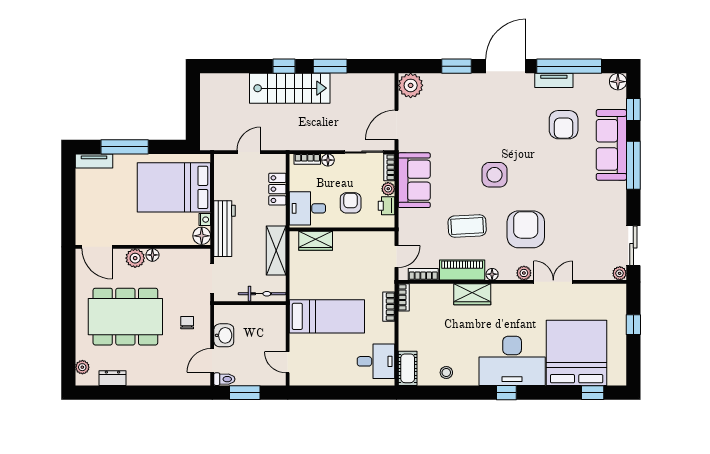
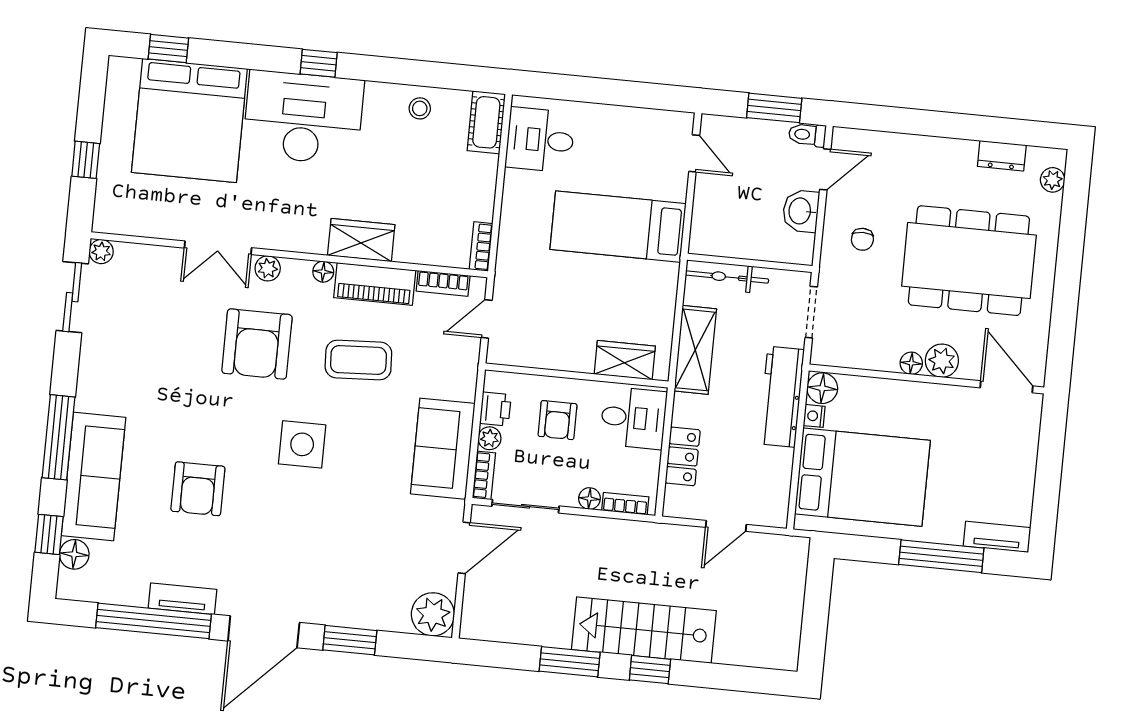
floor lamp: (618, 82) -> (74, 554), moved
armchair: (564, 125) -> (198, 489), moved, turned 180
bookcase: (389, 307) -> (509, 233), removed

